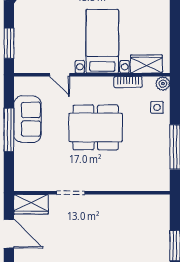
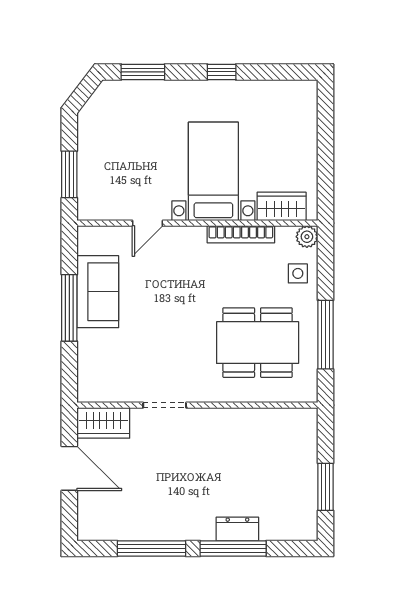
door: (60, 75) -> (148, 223), hinge flipped
bookcase: (128, 82) -> (241, 234), width x1.56
dining table: (96, 127) -> (258, 343), moved

